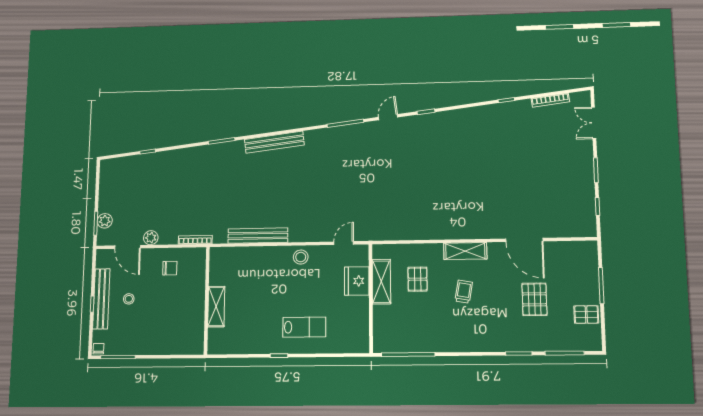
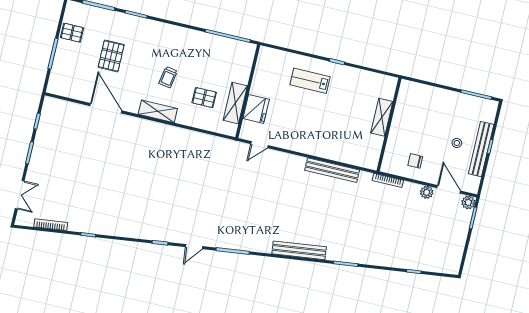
plant: (105, 221) -> (468, 202), moved
stool: (301, 257) -> (299, 142), removed
pallet: (418, 279) -> (204, 98), turned 90
chair: (98, 349) -> (492, 106), removed

